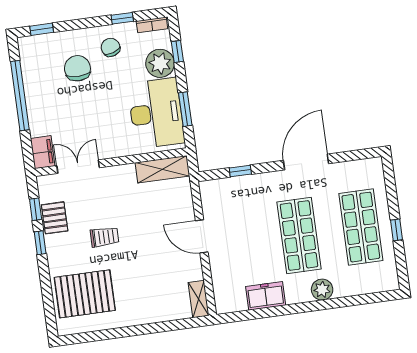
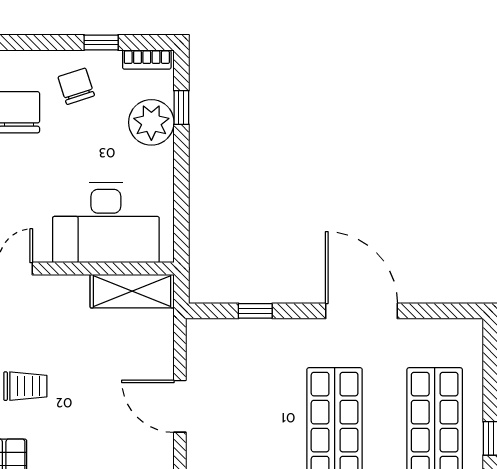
window: (185, 109) -> (181, 201), removed
desk: (156, 113) -> (106, 223), moved, turned 90
door: (306, 162) -> (362, 311), hinge flipped

